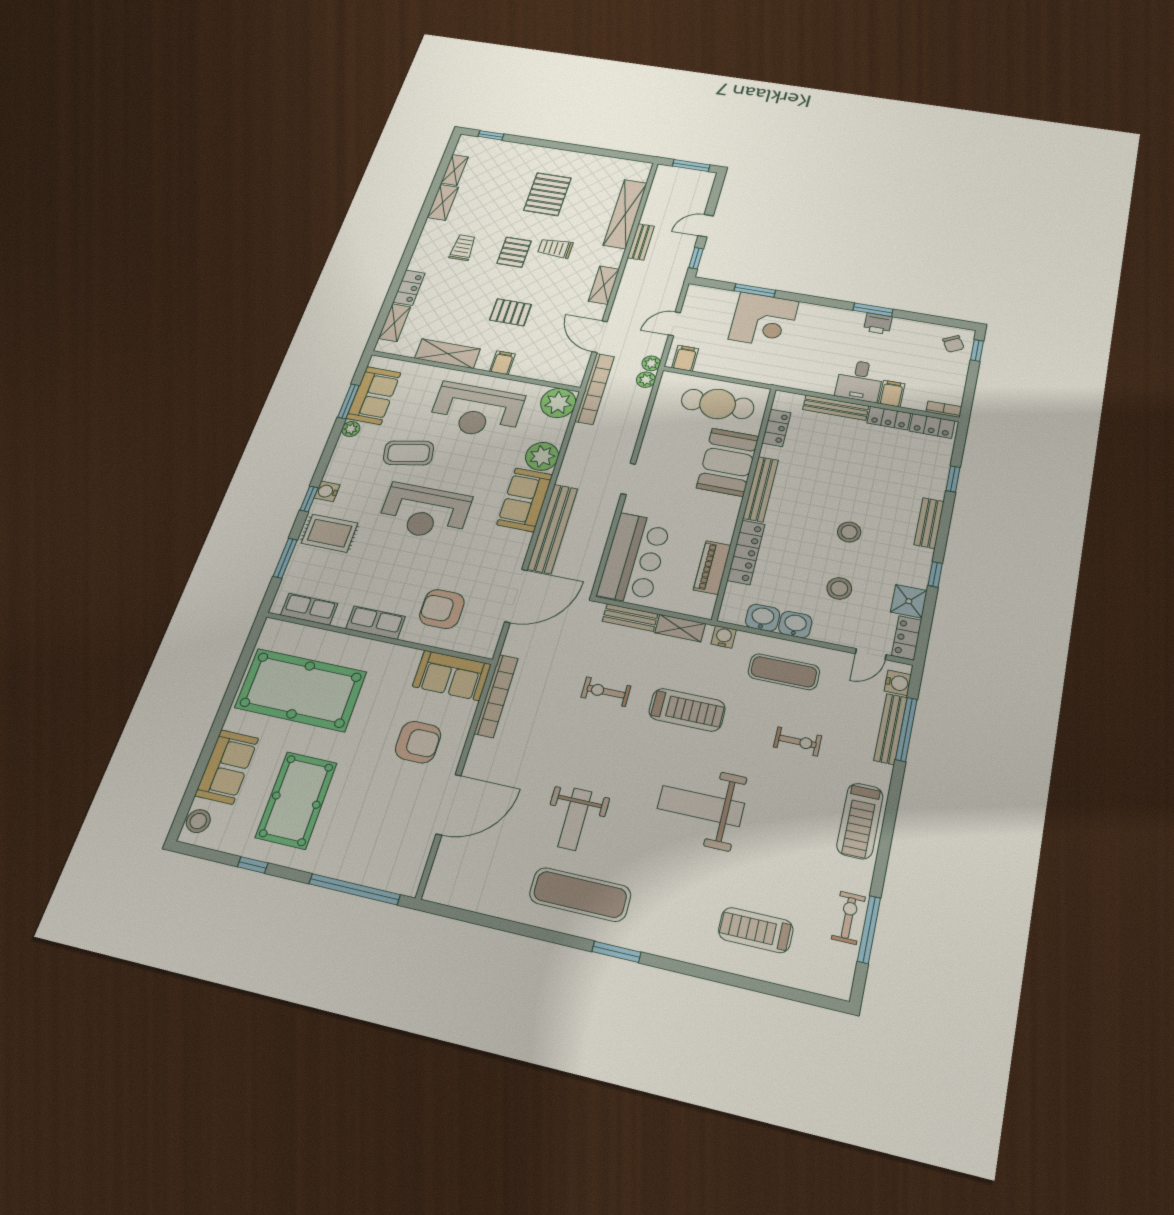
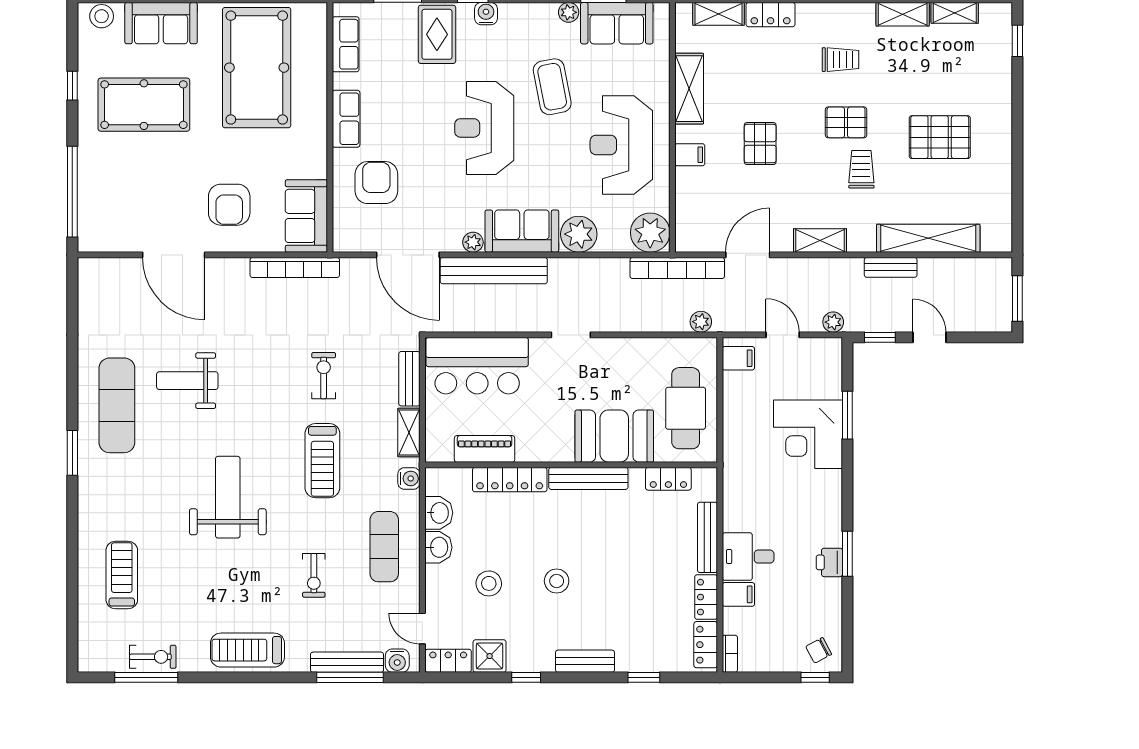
plant: (651, 363) -> (833, 322), moved
plant: (522, 540) -> (473, 242), added

